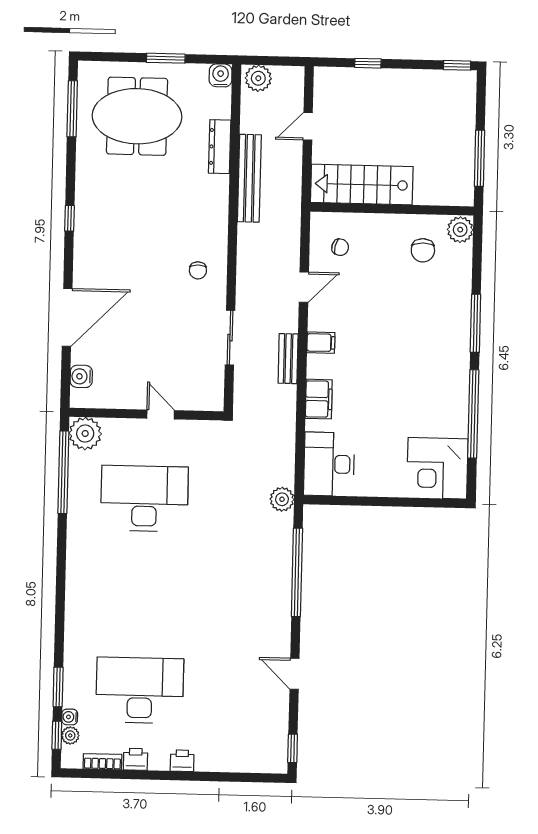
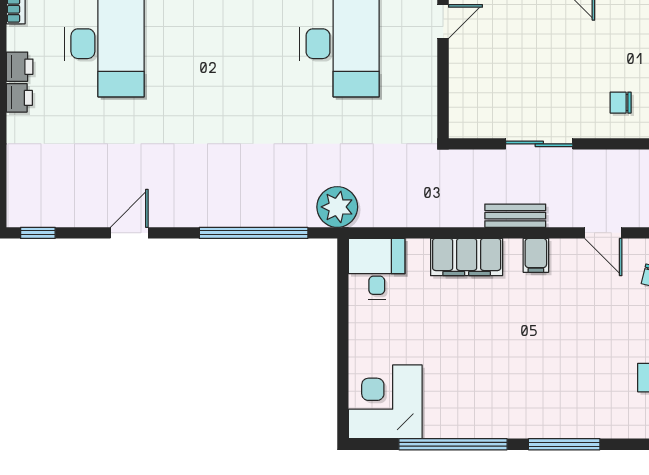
filing cabinet: (319, 399) -> (467, 257), width x1.50, depth x1.17
door: (161, 414) -> (443, 22), moved
desk: (329, 464) -> (377, 269), width x0.73
plant: (282, 499) -> (337, 207), width x1.36, depth x1.36
printer: (136, 759) -> (20, 67), moved

